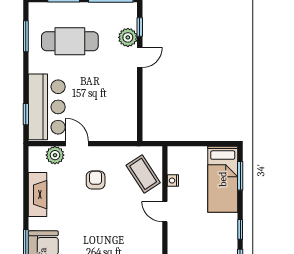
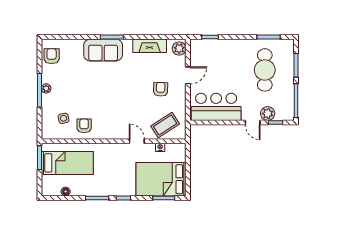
bar counter: (47, 107) -> (216, 107), moved, turned 180
plant: (55, 155) -> (179, 48), moved
bed: (223, 179) -> (161, 179), width x1.50
armchair: (96, 180) -> (161, 89), turned -88
door: (165, 212) -> (137, 141), hinge flipped

